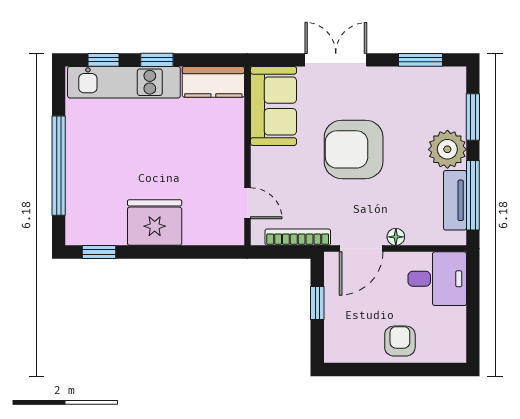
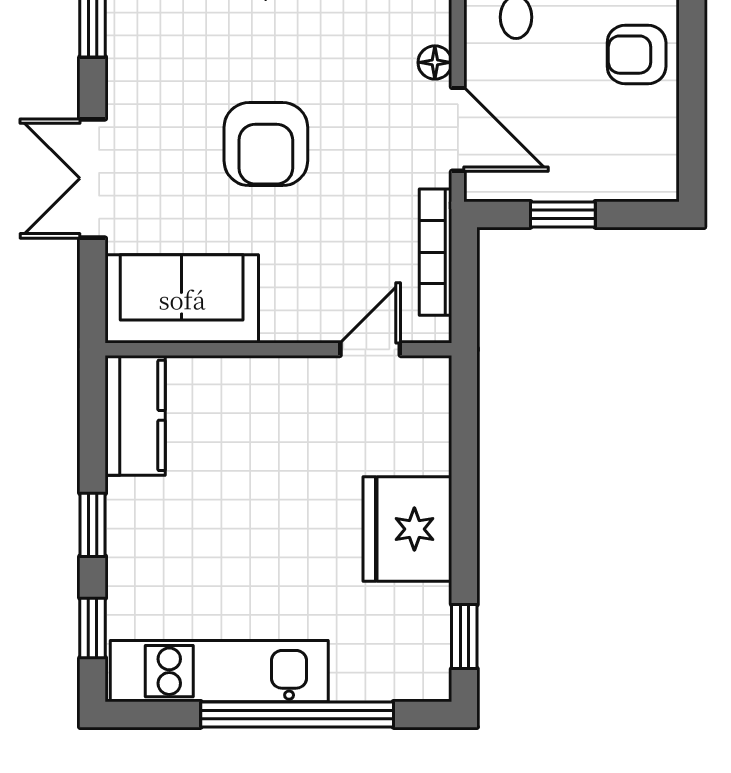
kitchen unit: (124, 82) -> (219, 671), moved, turned -90
armchair: (354, 149) -> (266, 144), width x0.73, depth x0.73

